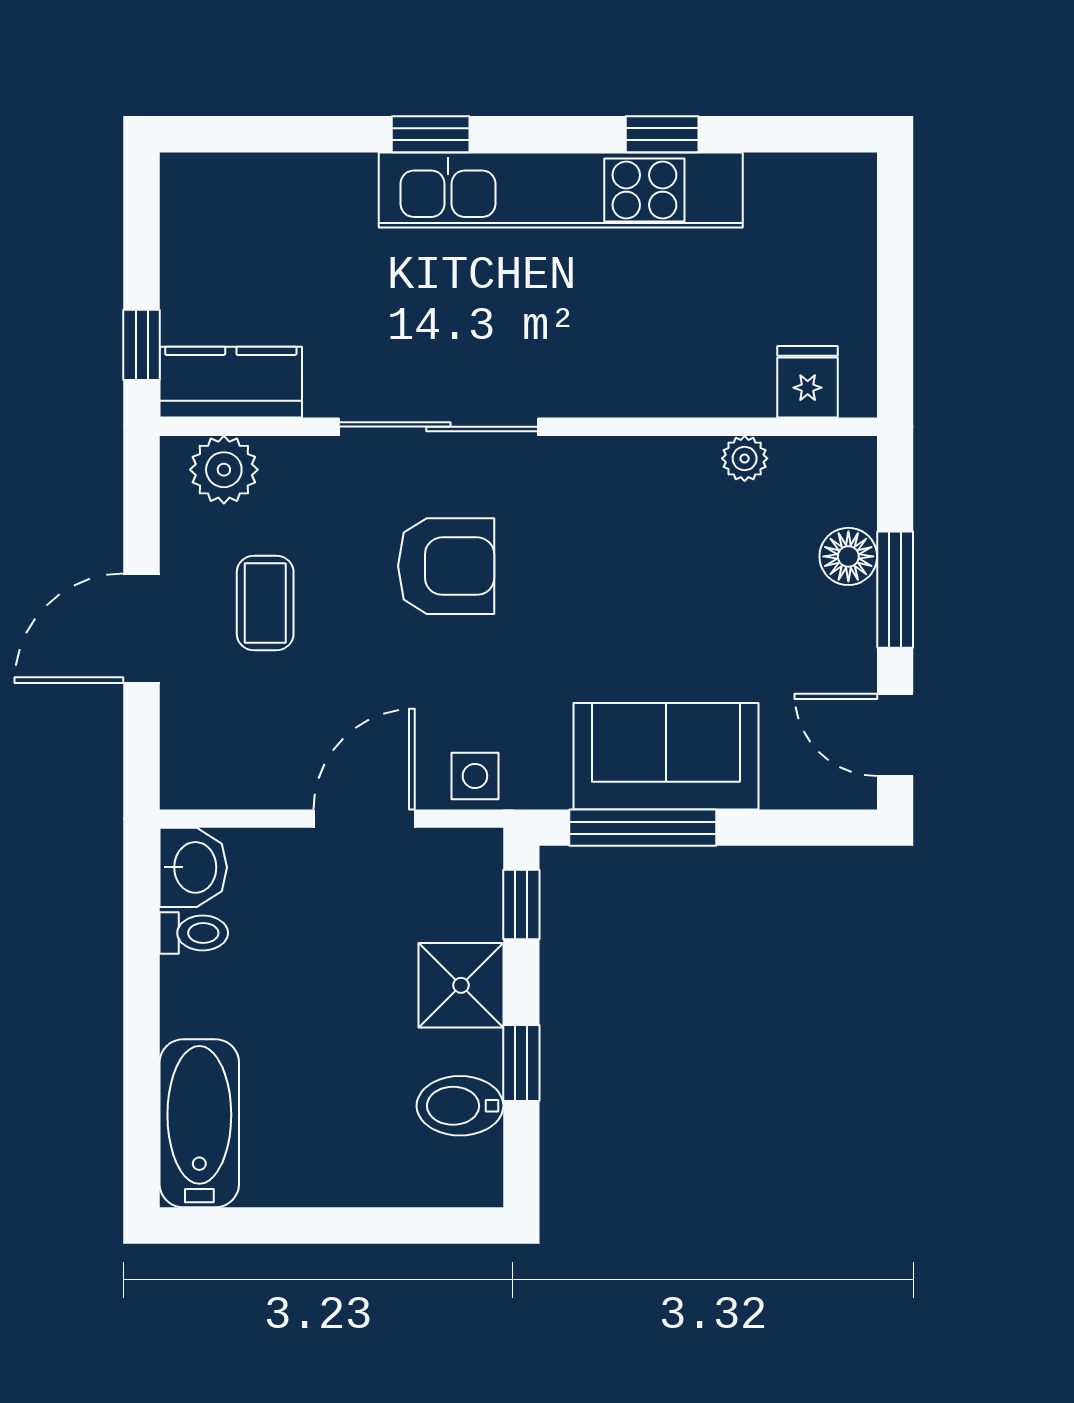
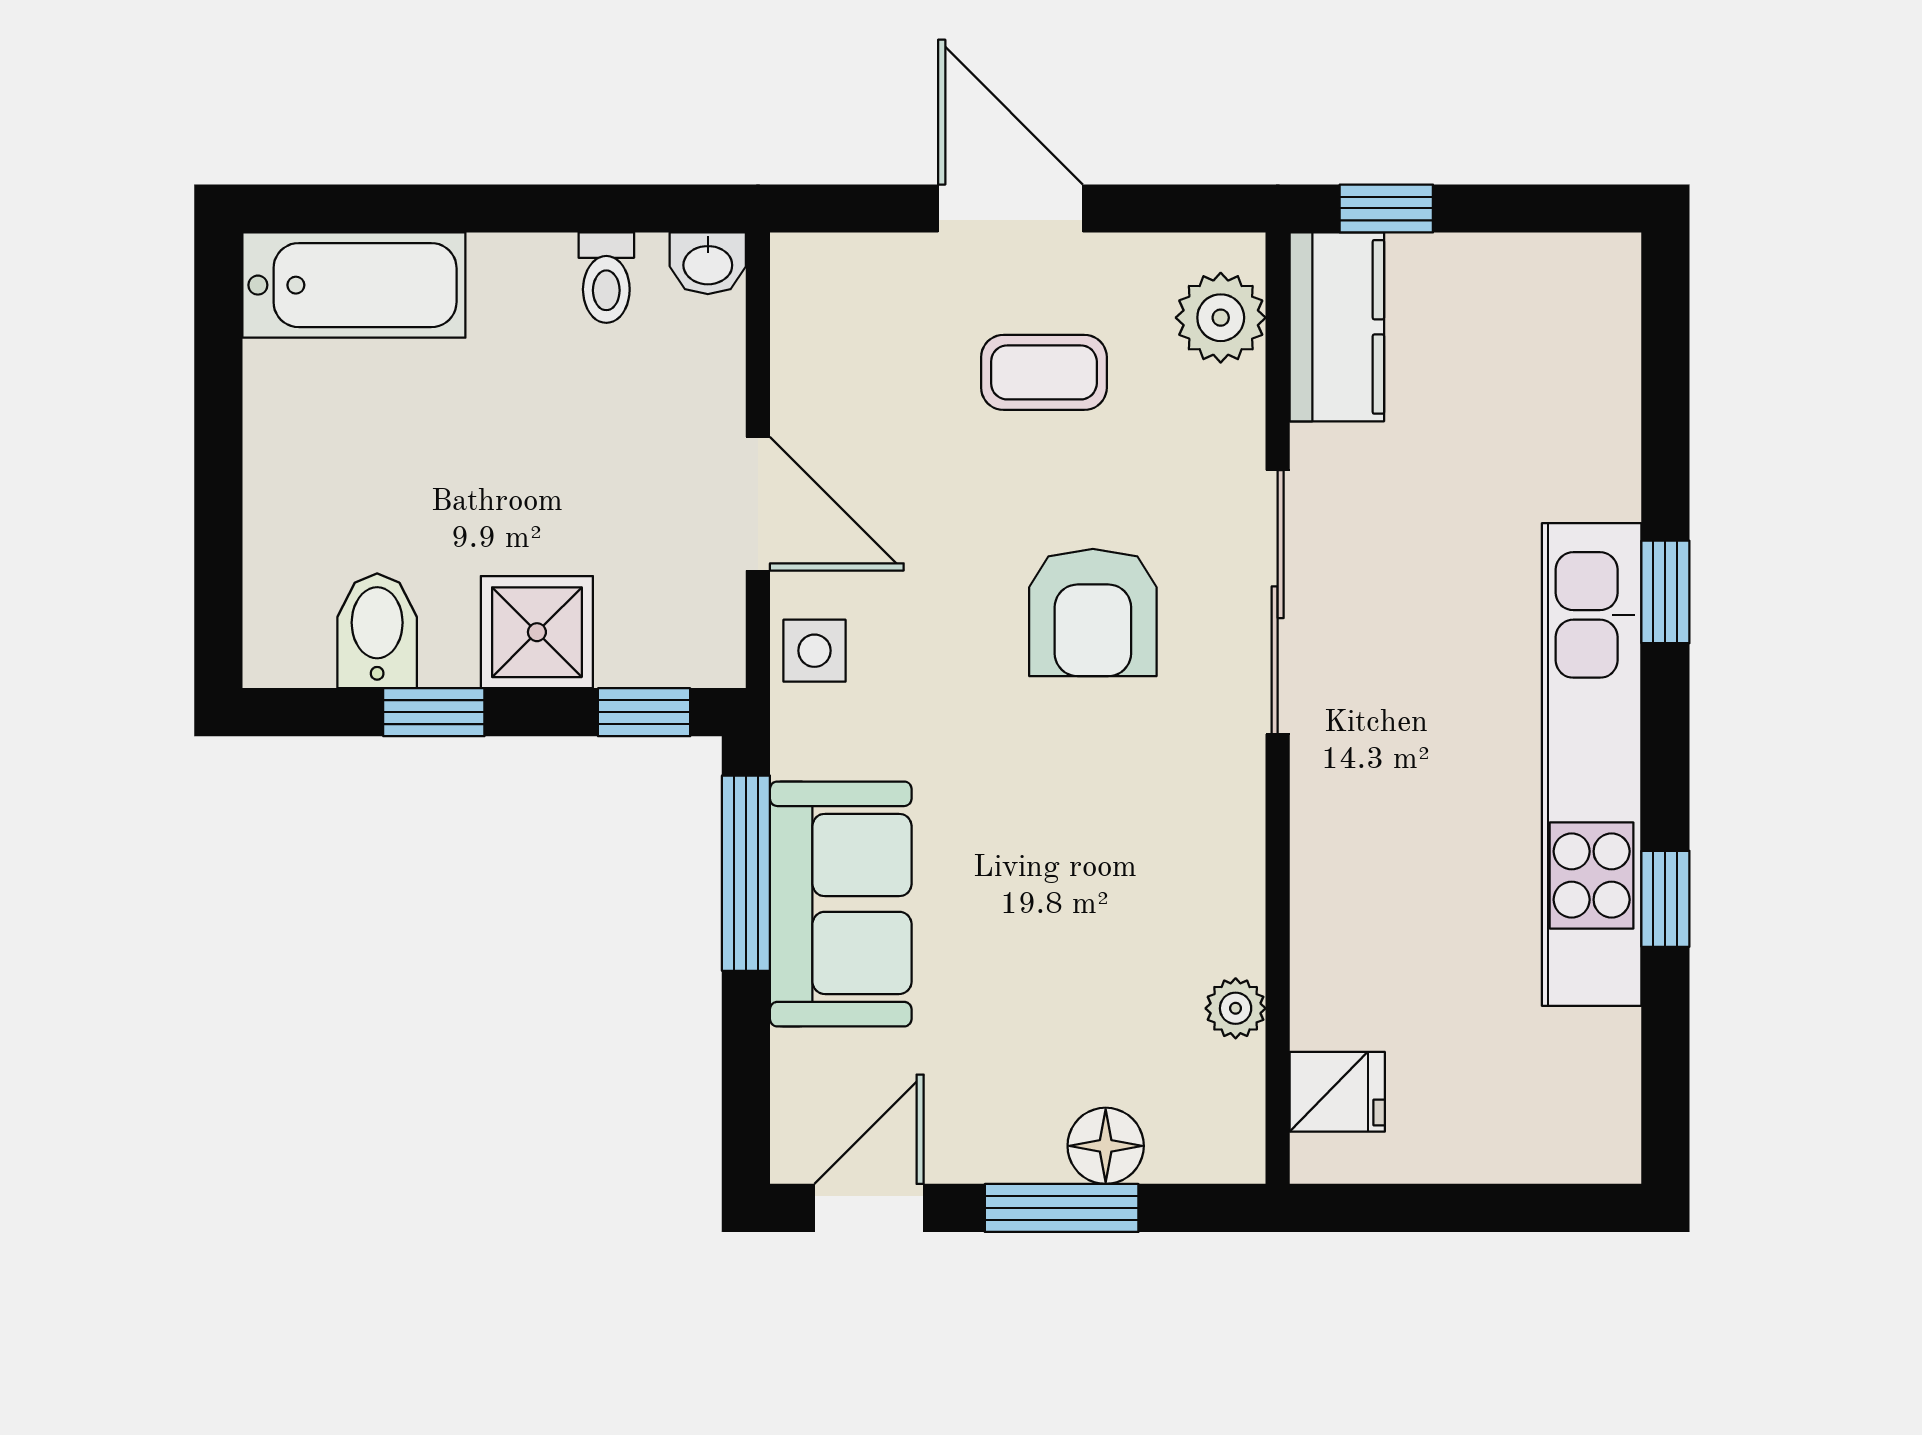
washbasin: (193, 867) -> (708, 263), width x0.72, depth x0.69

